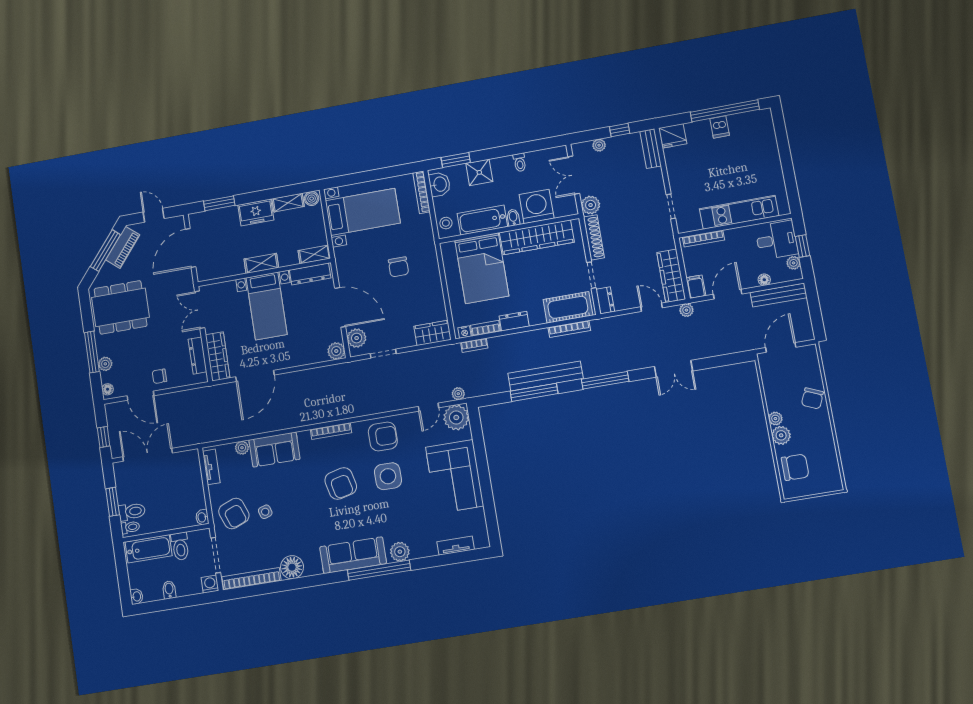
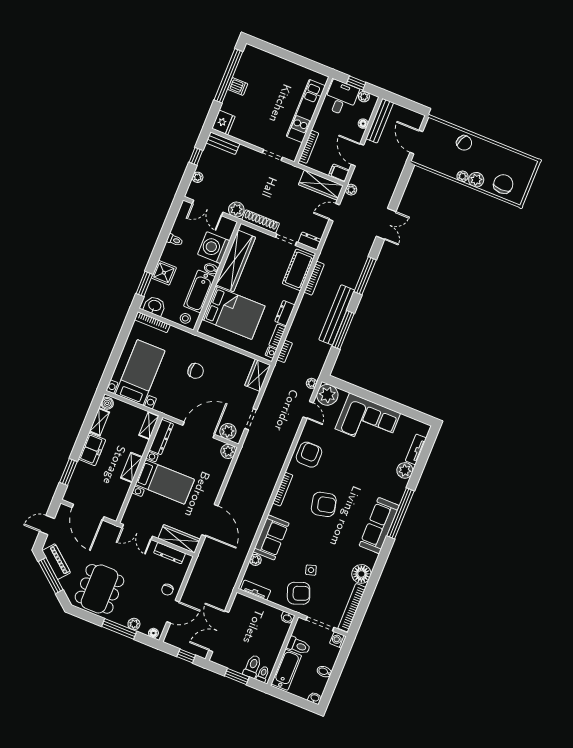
side table: (388, 476) -> (339, 468), removed
plant: (400, 552) -> (405, 470), moved

